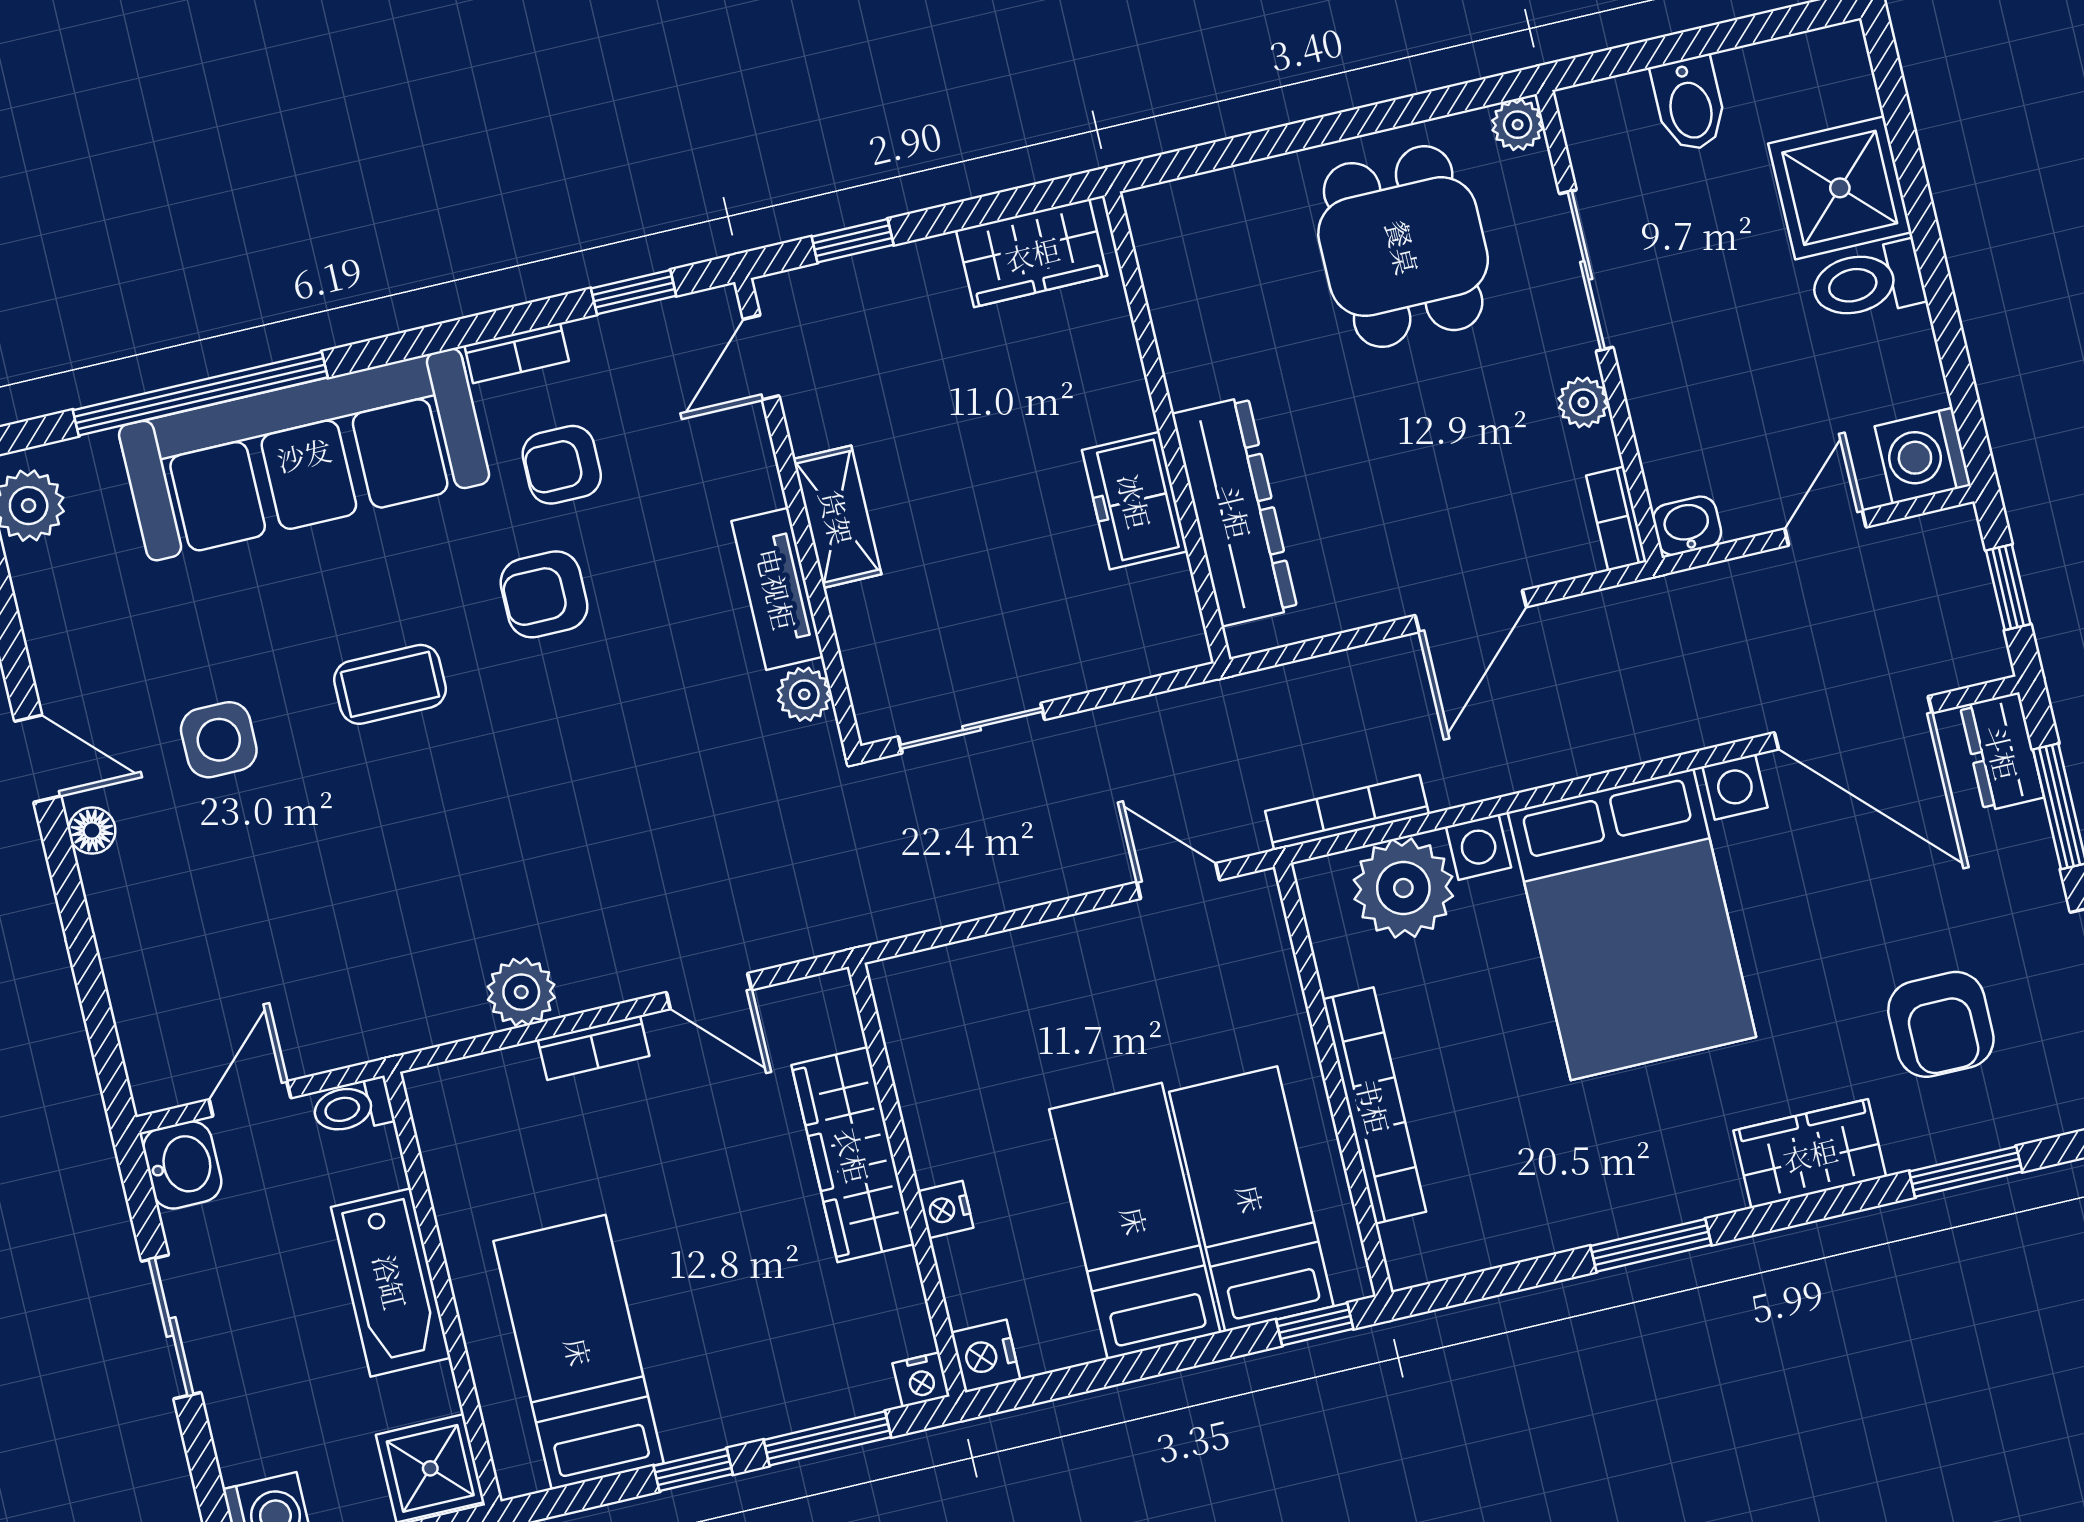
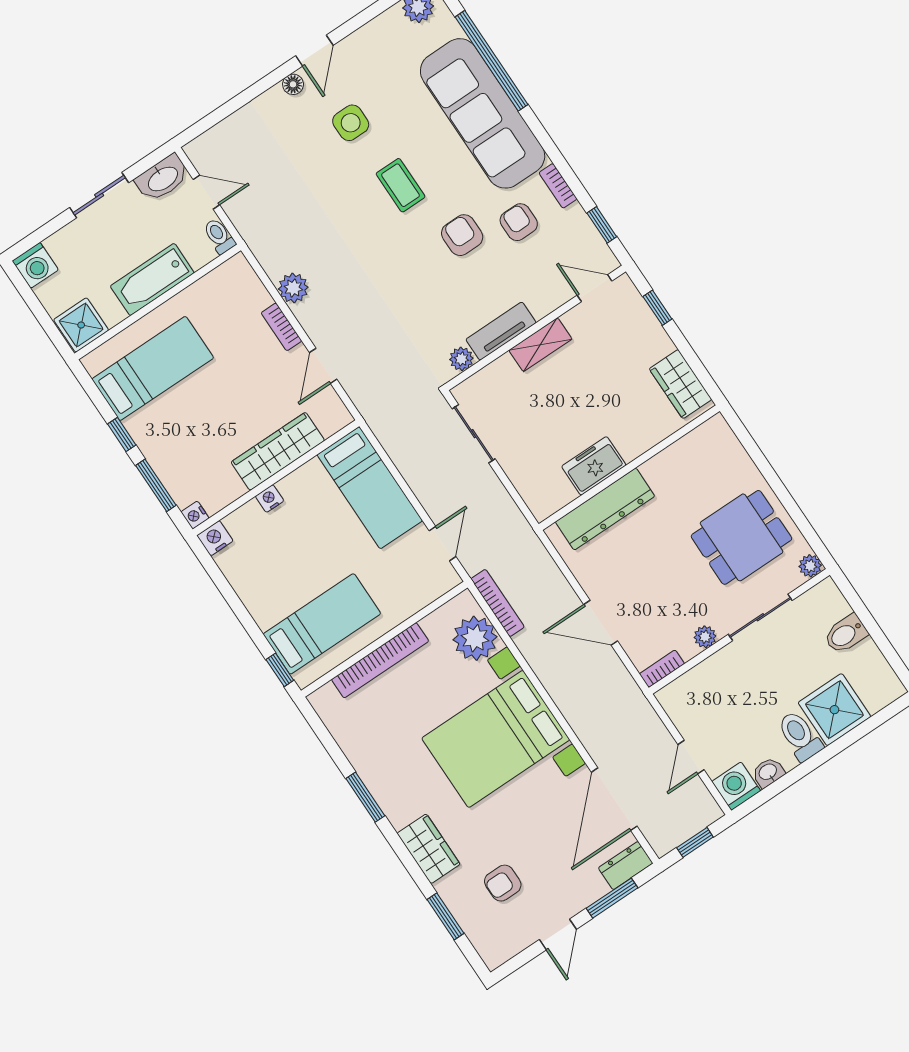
washbasin: (1687, 526) -> (768, 772), moved, turned -90
door: (1826, 528) -> (691, 757), swing flipped
armchair: (1941, 1024) -> (503, 883), width x0.72, depth x0.72
washbasin: (182, 1165) -> (162, 178), width x1.38
bed: (1135, 1221) -> (370, 488), moved, turned 90

